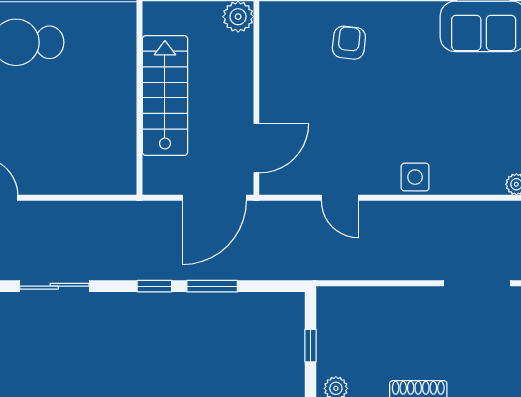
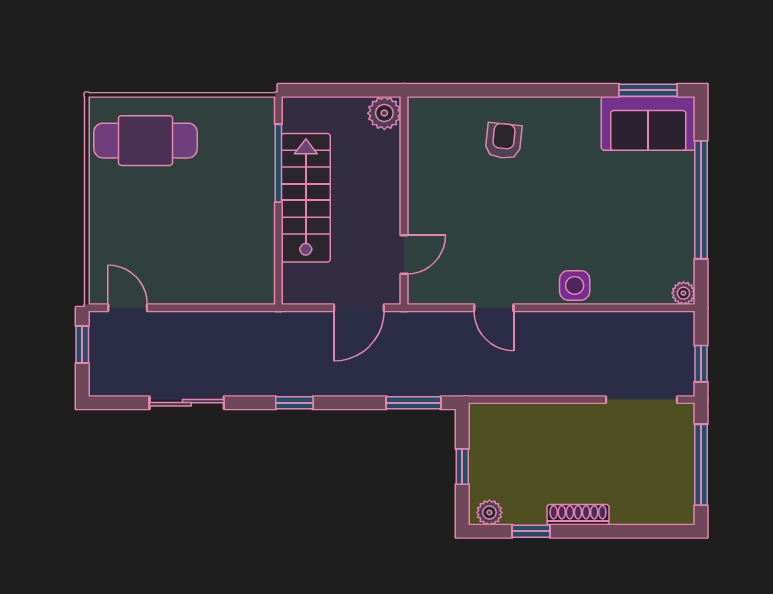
window: (140, 63) -> (278, 163), added
door: (256, 148) -> (404, 254), width x0.73
door: (214, 198) -> (359, 308), width x0.73
window: (212, 286) -> (413, 403), moved

